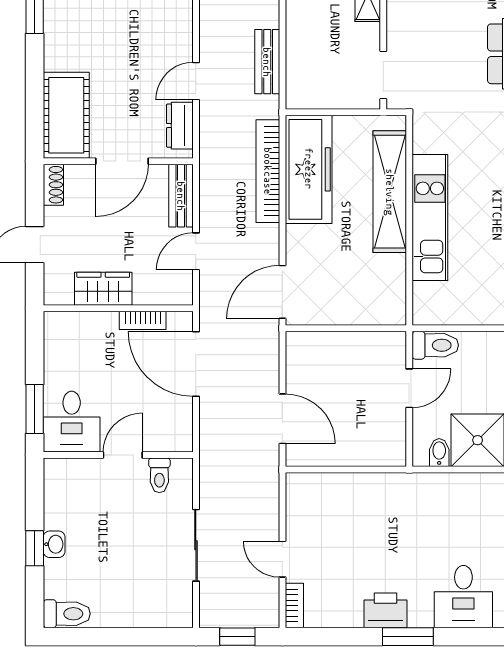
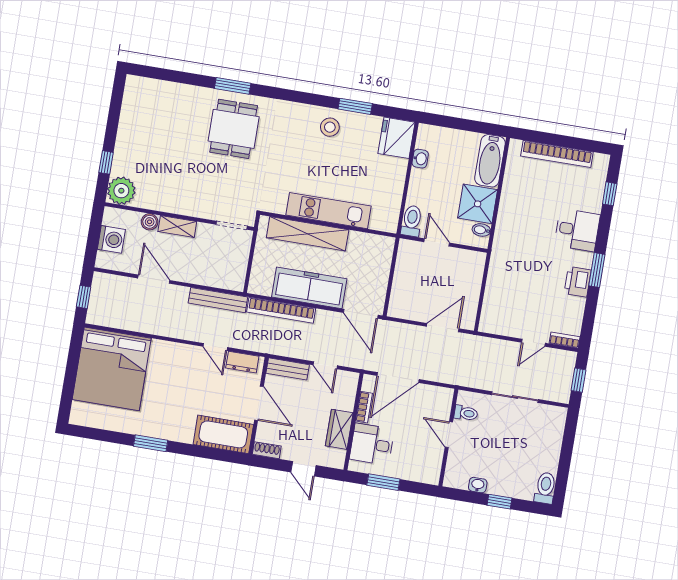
bench: (267, 62) -> (218, 300), width x1.36
freezer: (309, 169) -> (309, 288), moved
window: (35, 409) -> (383, 482), moved
desk: (72, 422) -> (372, 444), moved, turned 180
washbasin: (54, 544) -> (478, 485), moved

